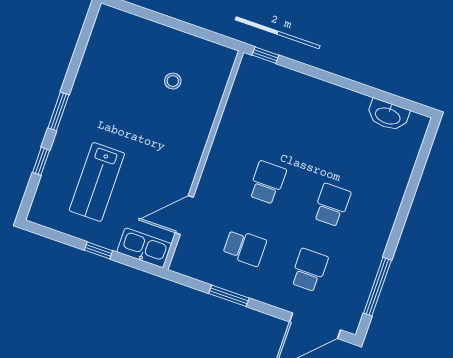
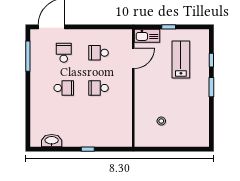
window: (265, 55) -> (88, 149), moved
school desk: (267, 182) -> (99, 88), turned 90
school desk: (332, 205) -> (64, 88), turned -90
school desk: (309, 270) -> (64, 53), turned 180
window: (229, 296) -> (98, 27), removed

